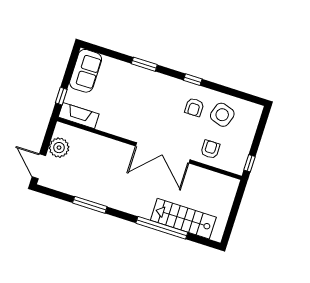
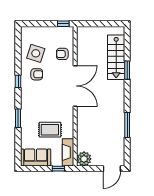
rug: (116, 101) -> (50, 130), added
plant: (59, 148) -> (84, 159), moved
window: (162, 228) -> (127, 70), width x0.47

